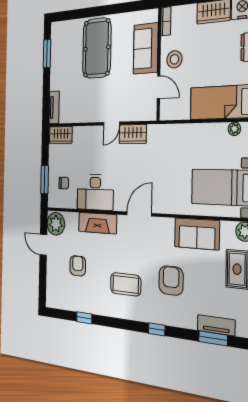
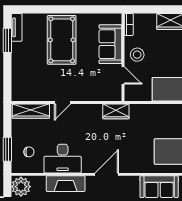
tv unit: (54, 107) -> (17, 27), moved
door: (112, 124) -> (63, 103), moved
wardrobe: (133, 134) -> (116, 111), moved
wardrobe: (61, 135) -> (31, 111), width x1.50

